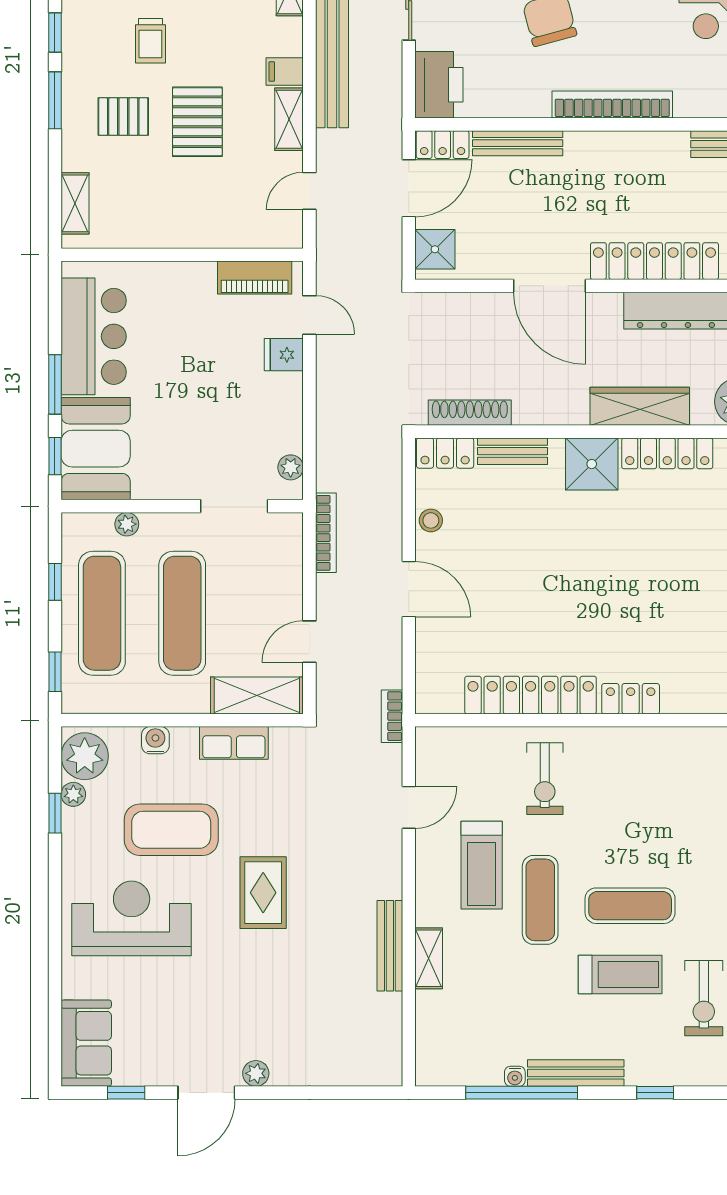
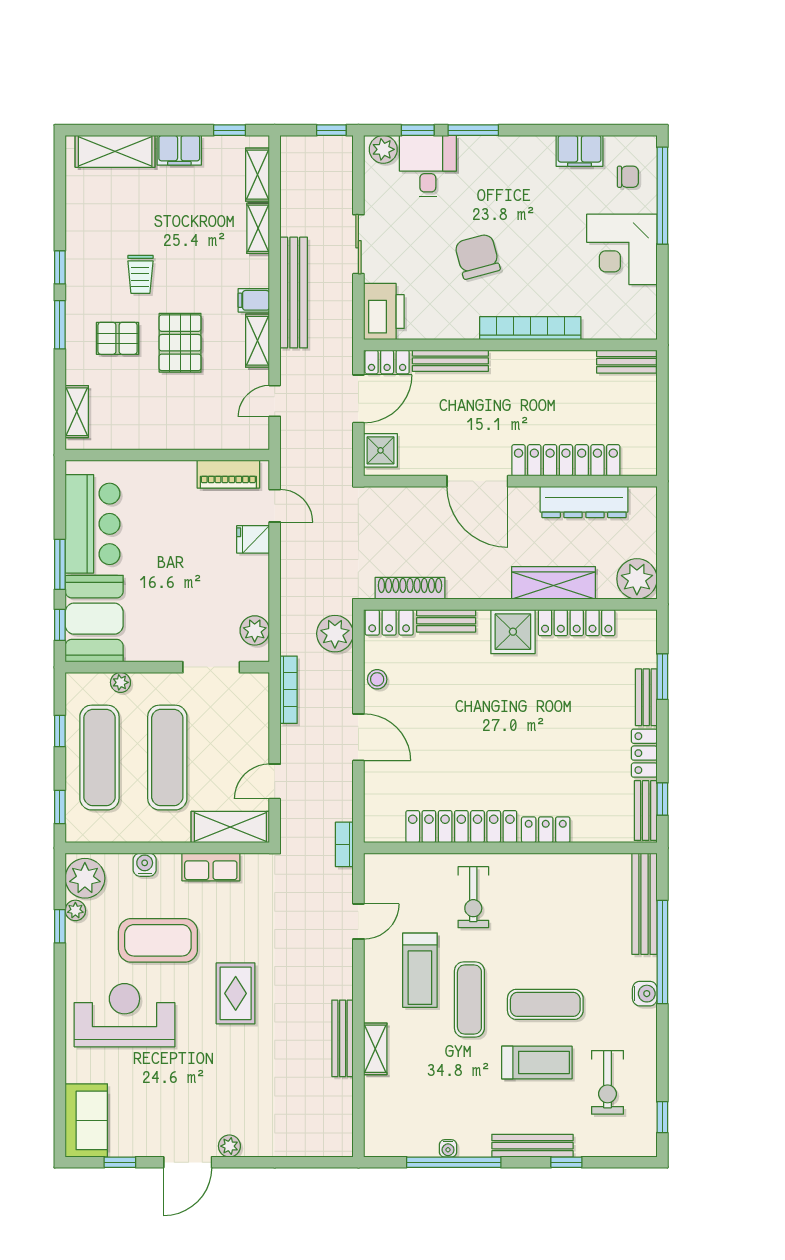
plant: (381, 466) -> (335, 634), added
plant: (291, 467) -> (255, 630), width x1.38, depth x1.38
bench: (576, 1073) -> (532, 1146), moved

